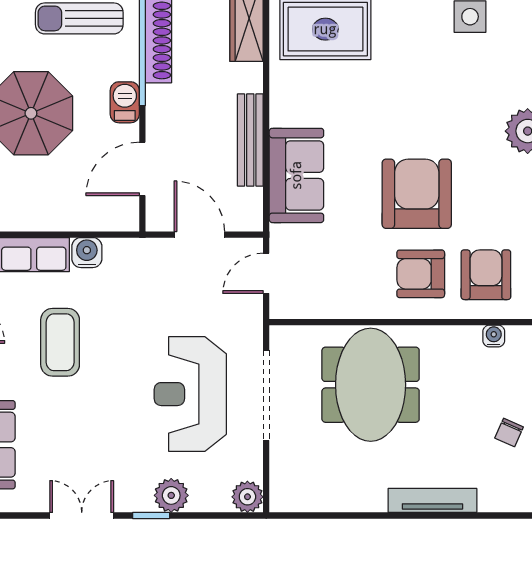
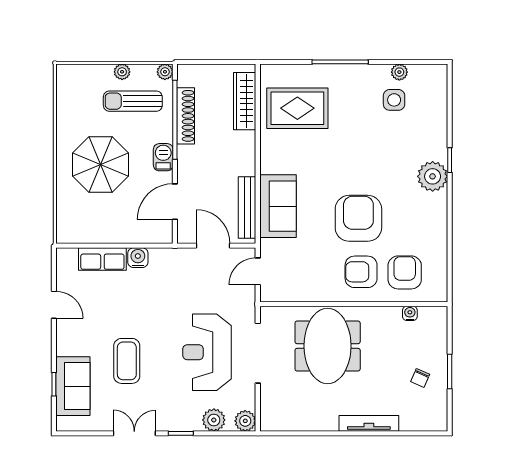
bench: (250, 140) -> (247, 208), moved
coffee table: (60, 342) -> (127, 361), moved
plant: (171, 495) -> (214, 420), moved

